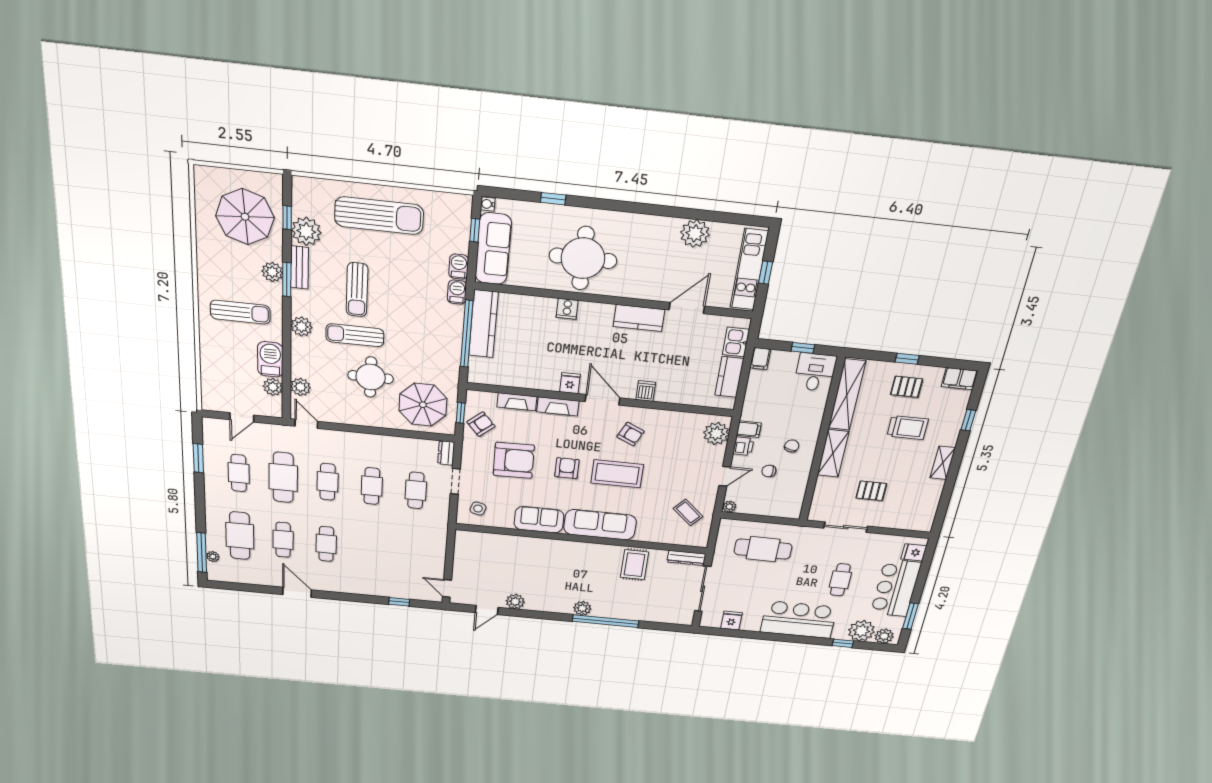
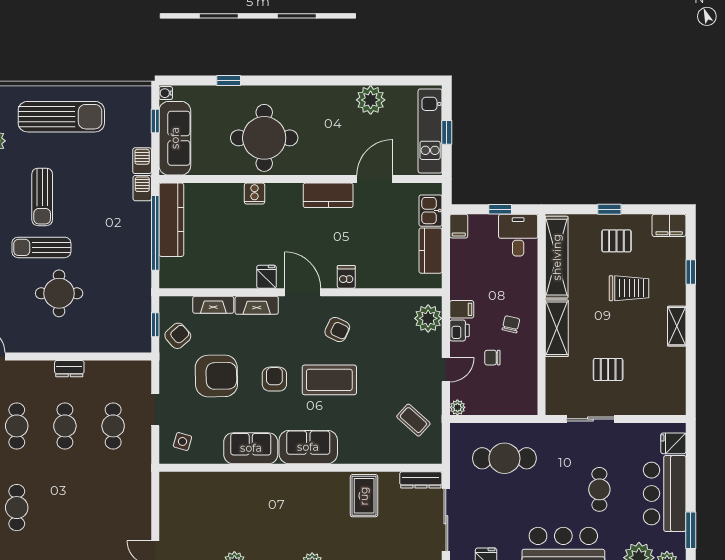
parasol: (423, 405) -> (115, 320), removed
dresser: (446, 453) -> (69, 369), moved, turned -90
sofa: (600, 525) -> (308, 447), width x0.73

